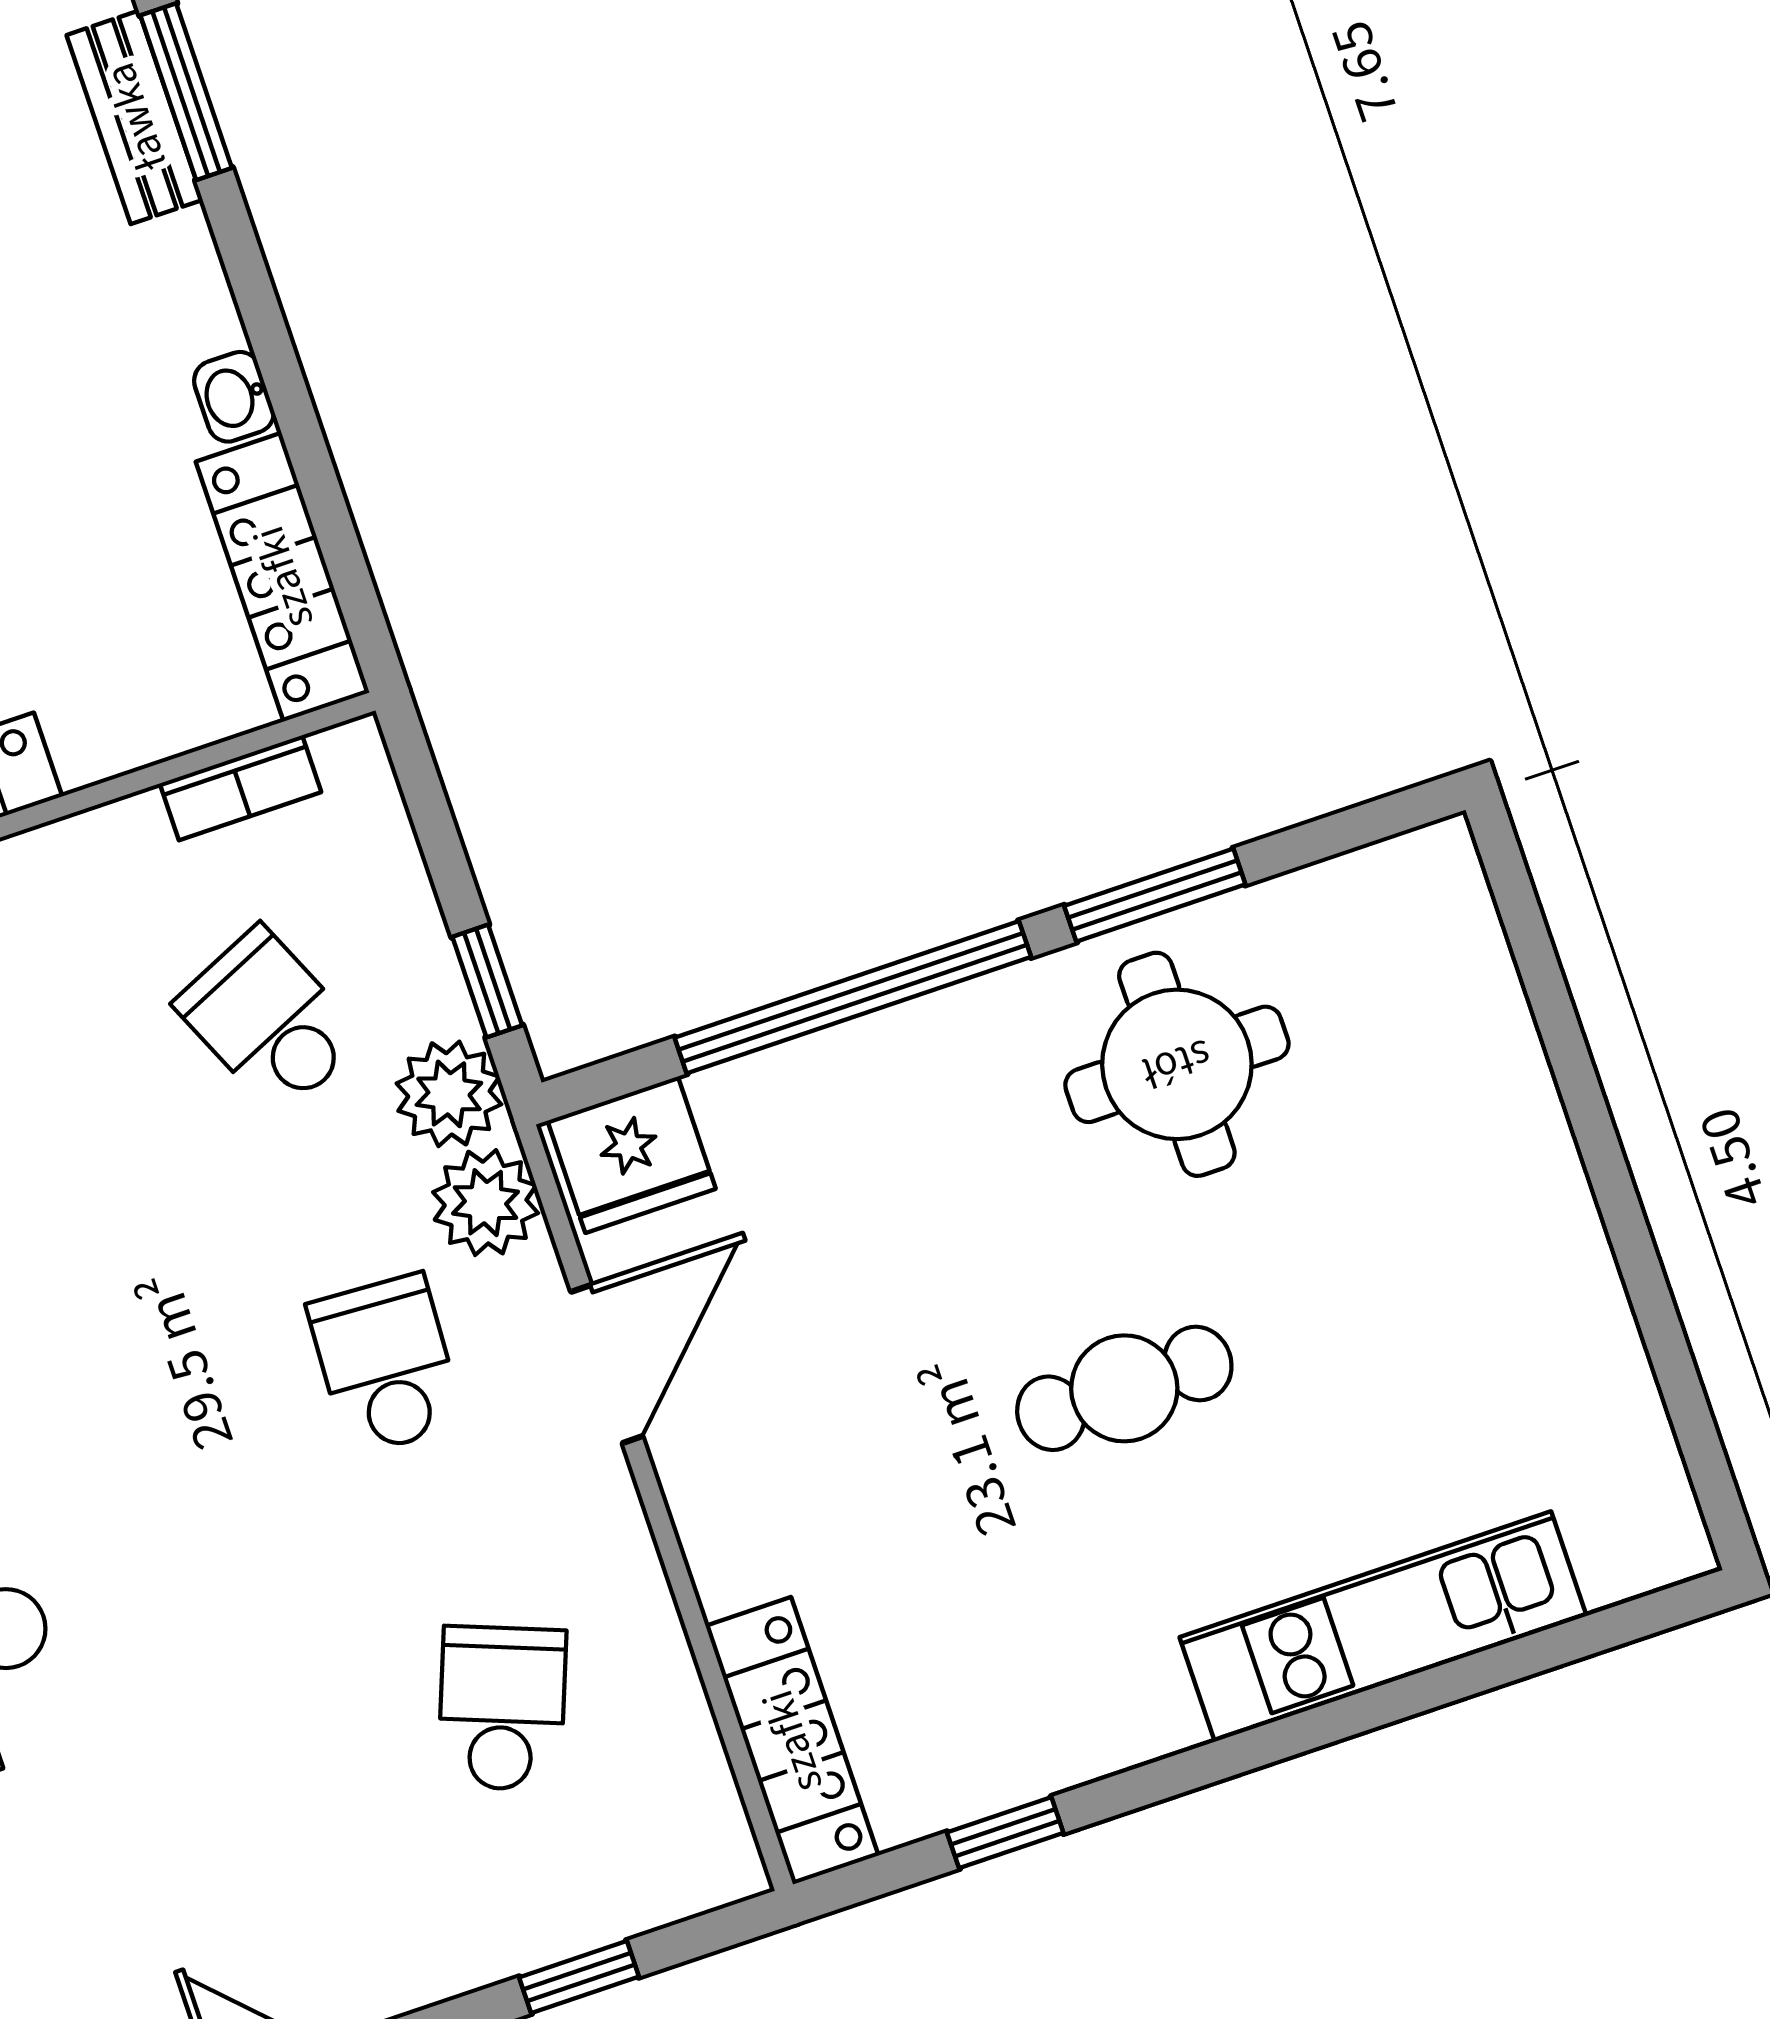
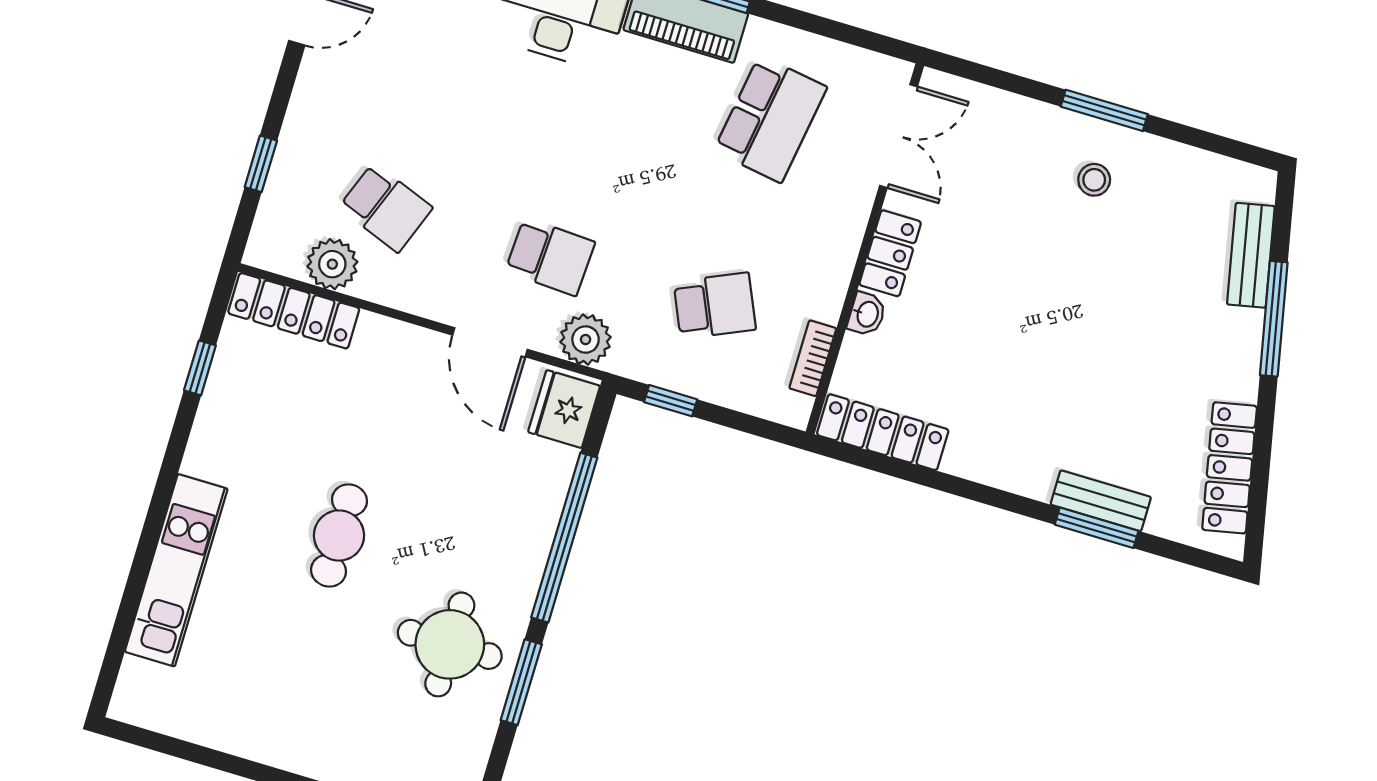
washbasin: (234, 397) -> (867, 314), moved, turned 90
plant: (449, 1094) -> (332, 264), moved

